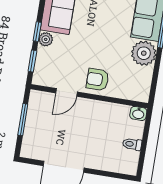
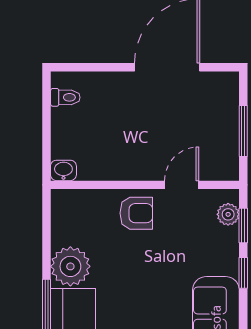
plant: (46, 39) -> (228, 214), moved
toilet: (132, 144) -> (65, 97), moved

